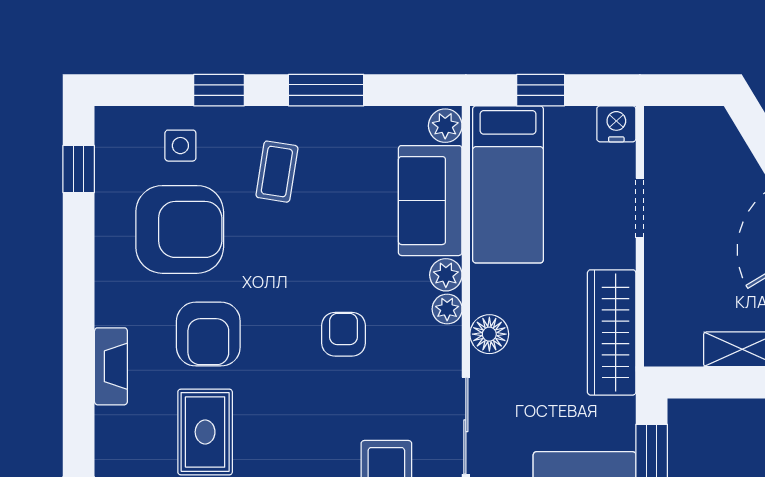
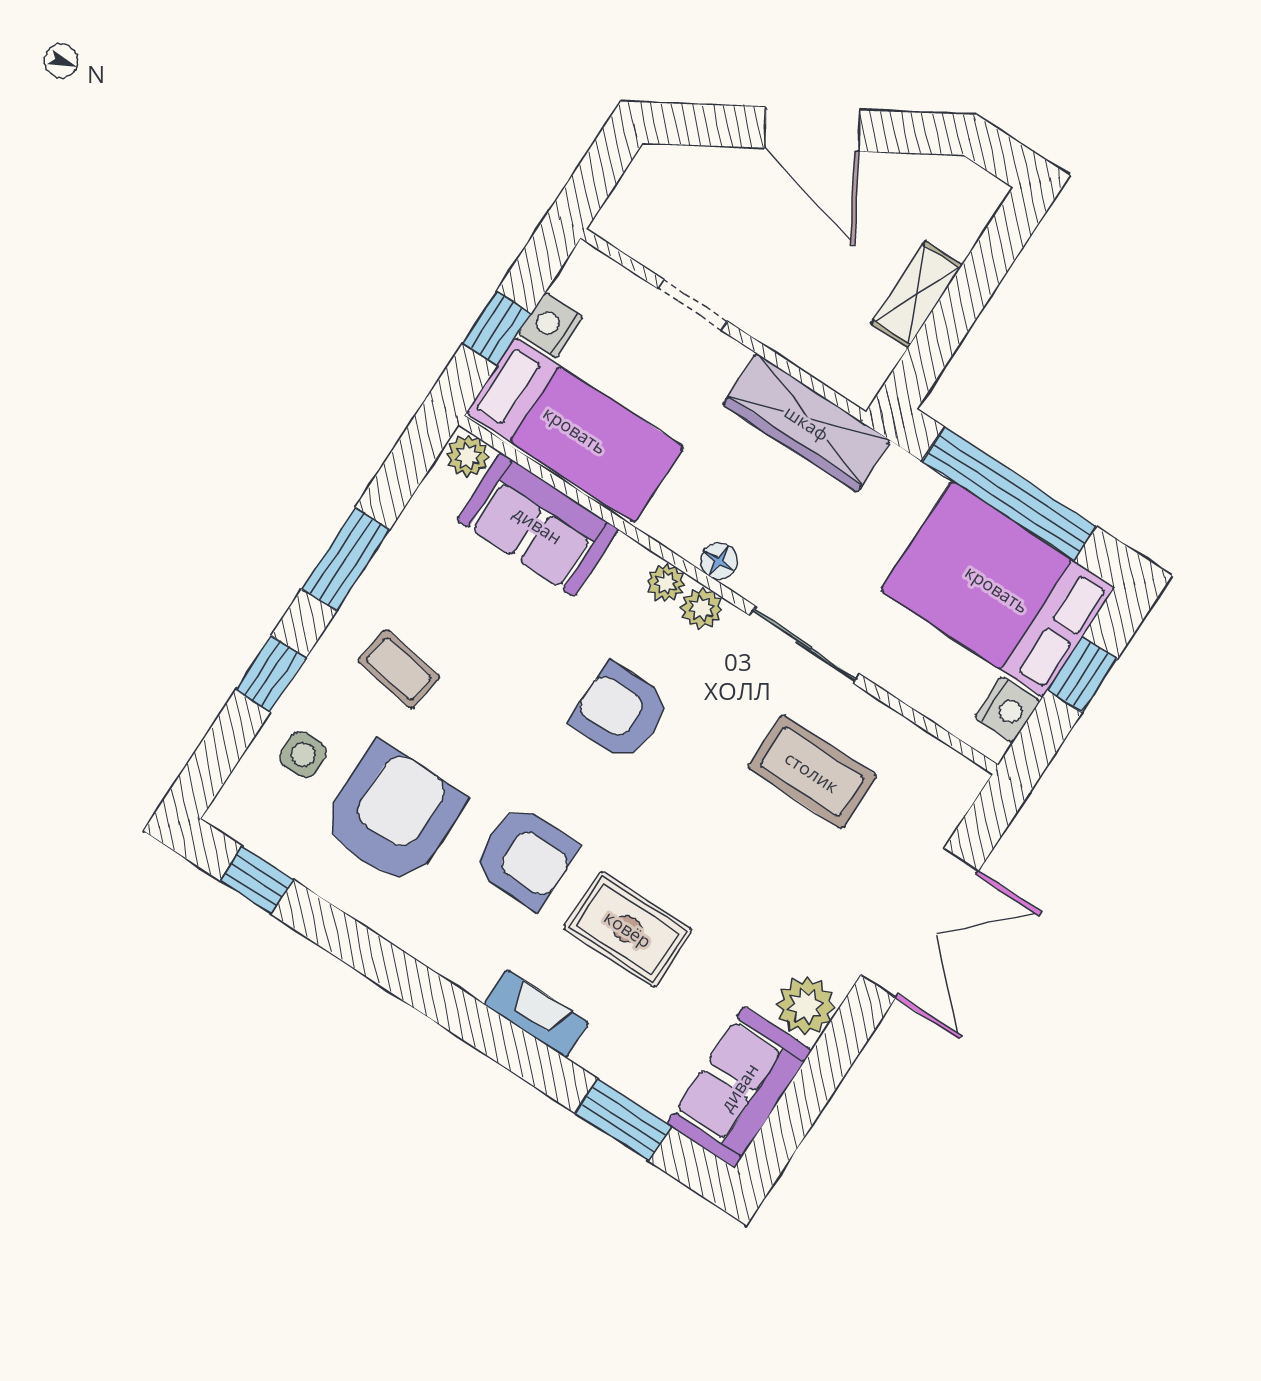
nightstand: (616, 124) -> (551, 325), moved
plant: (446, 275) -> (702, 608), moved
armchair: (344, 334) -> (620, 712), width x1.38, depth x1.38
floor lamp: (489, 334) -> (719, 561), width x0.73, depth x0.73
fireplace: (111, 366) -> (536, 1014), moved

